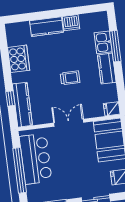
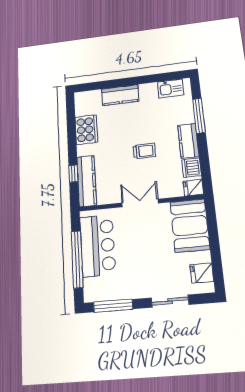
dishwasher: (71, 23) -> (191, 168), moved, turned 90
kitchen sink: (103, 42) -> (170, 88), moved, turned -90

